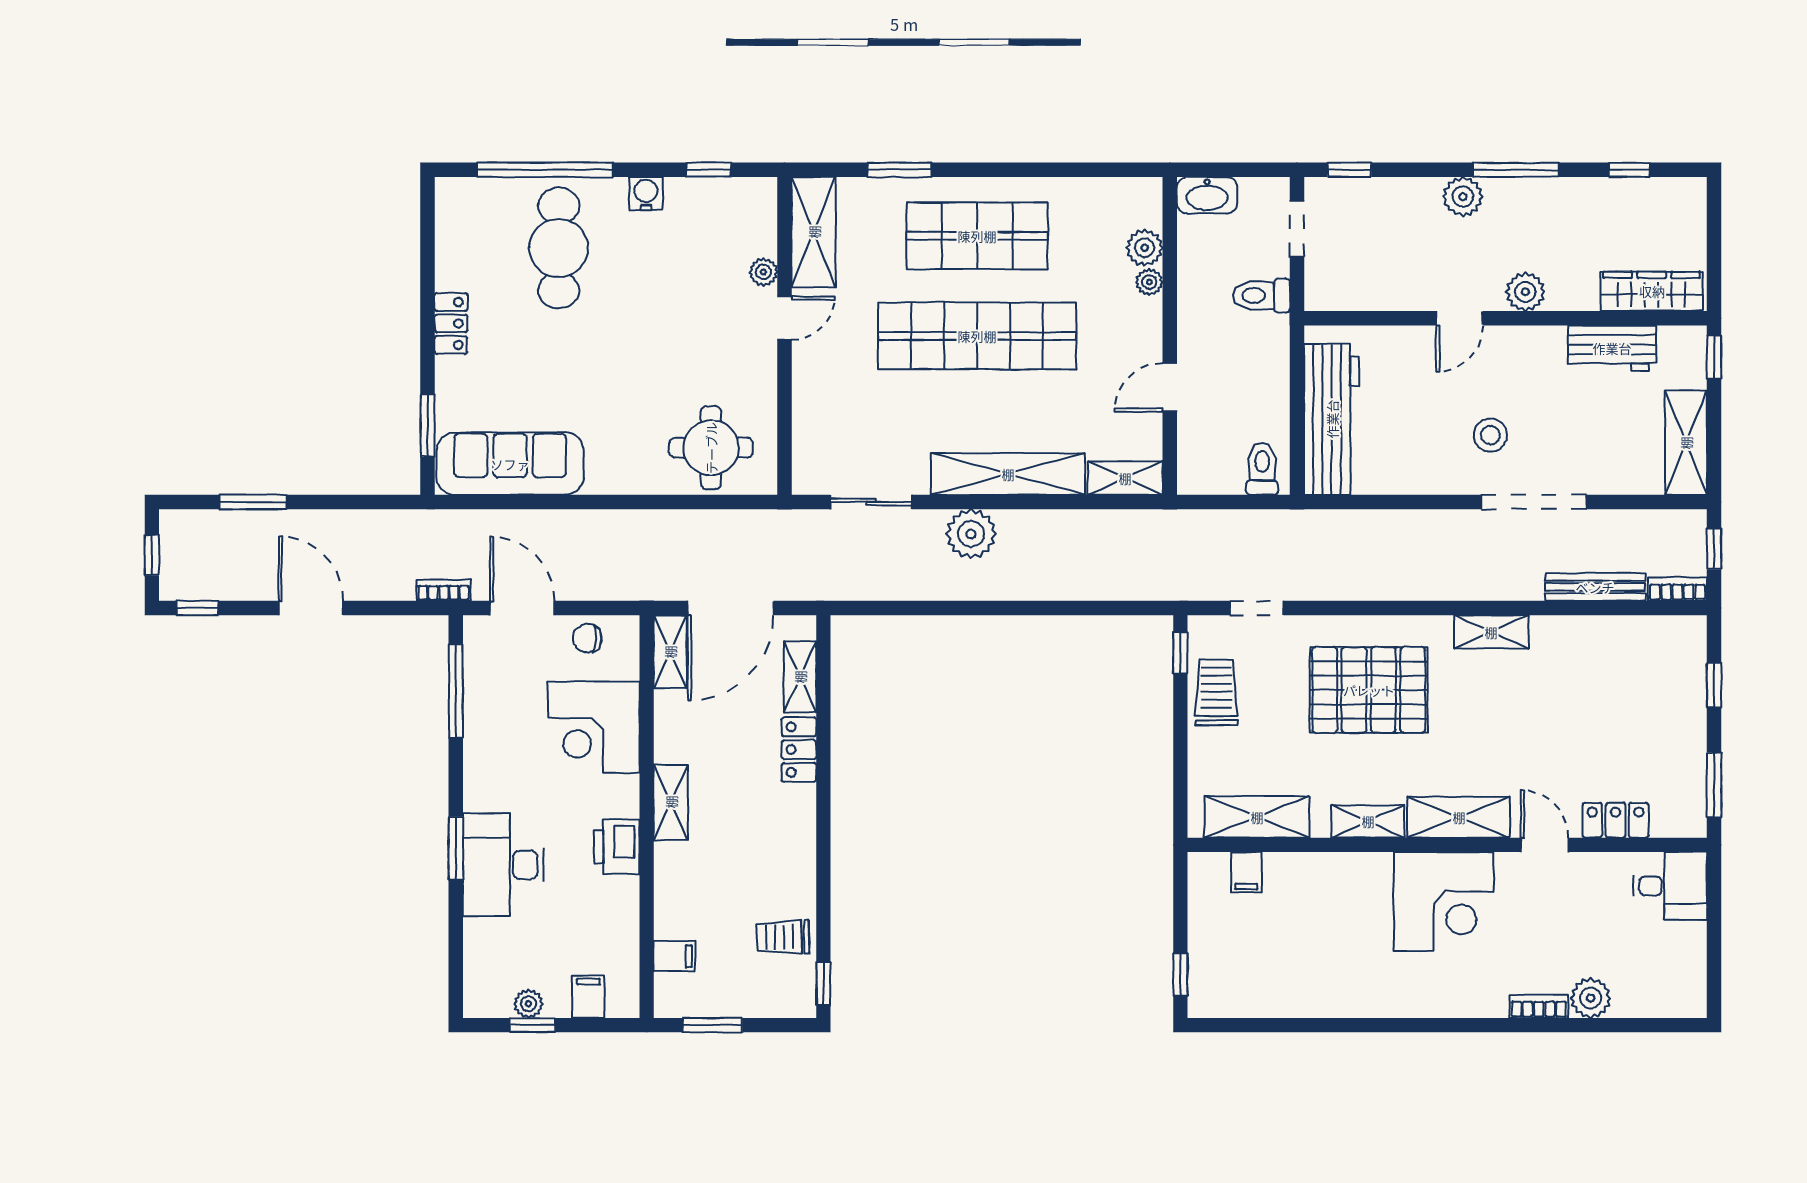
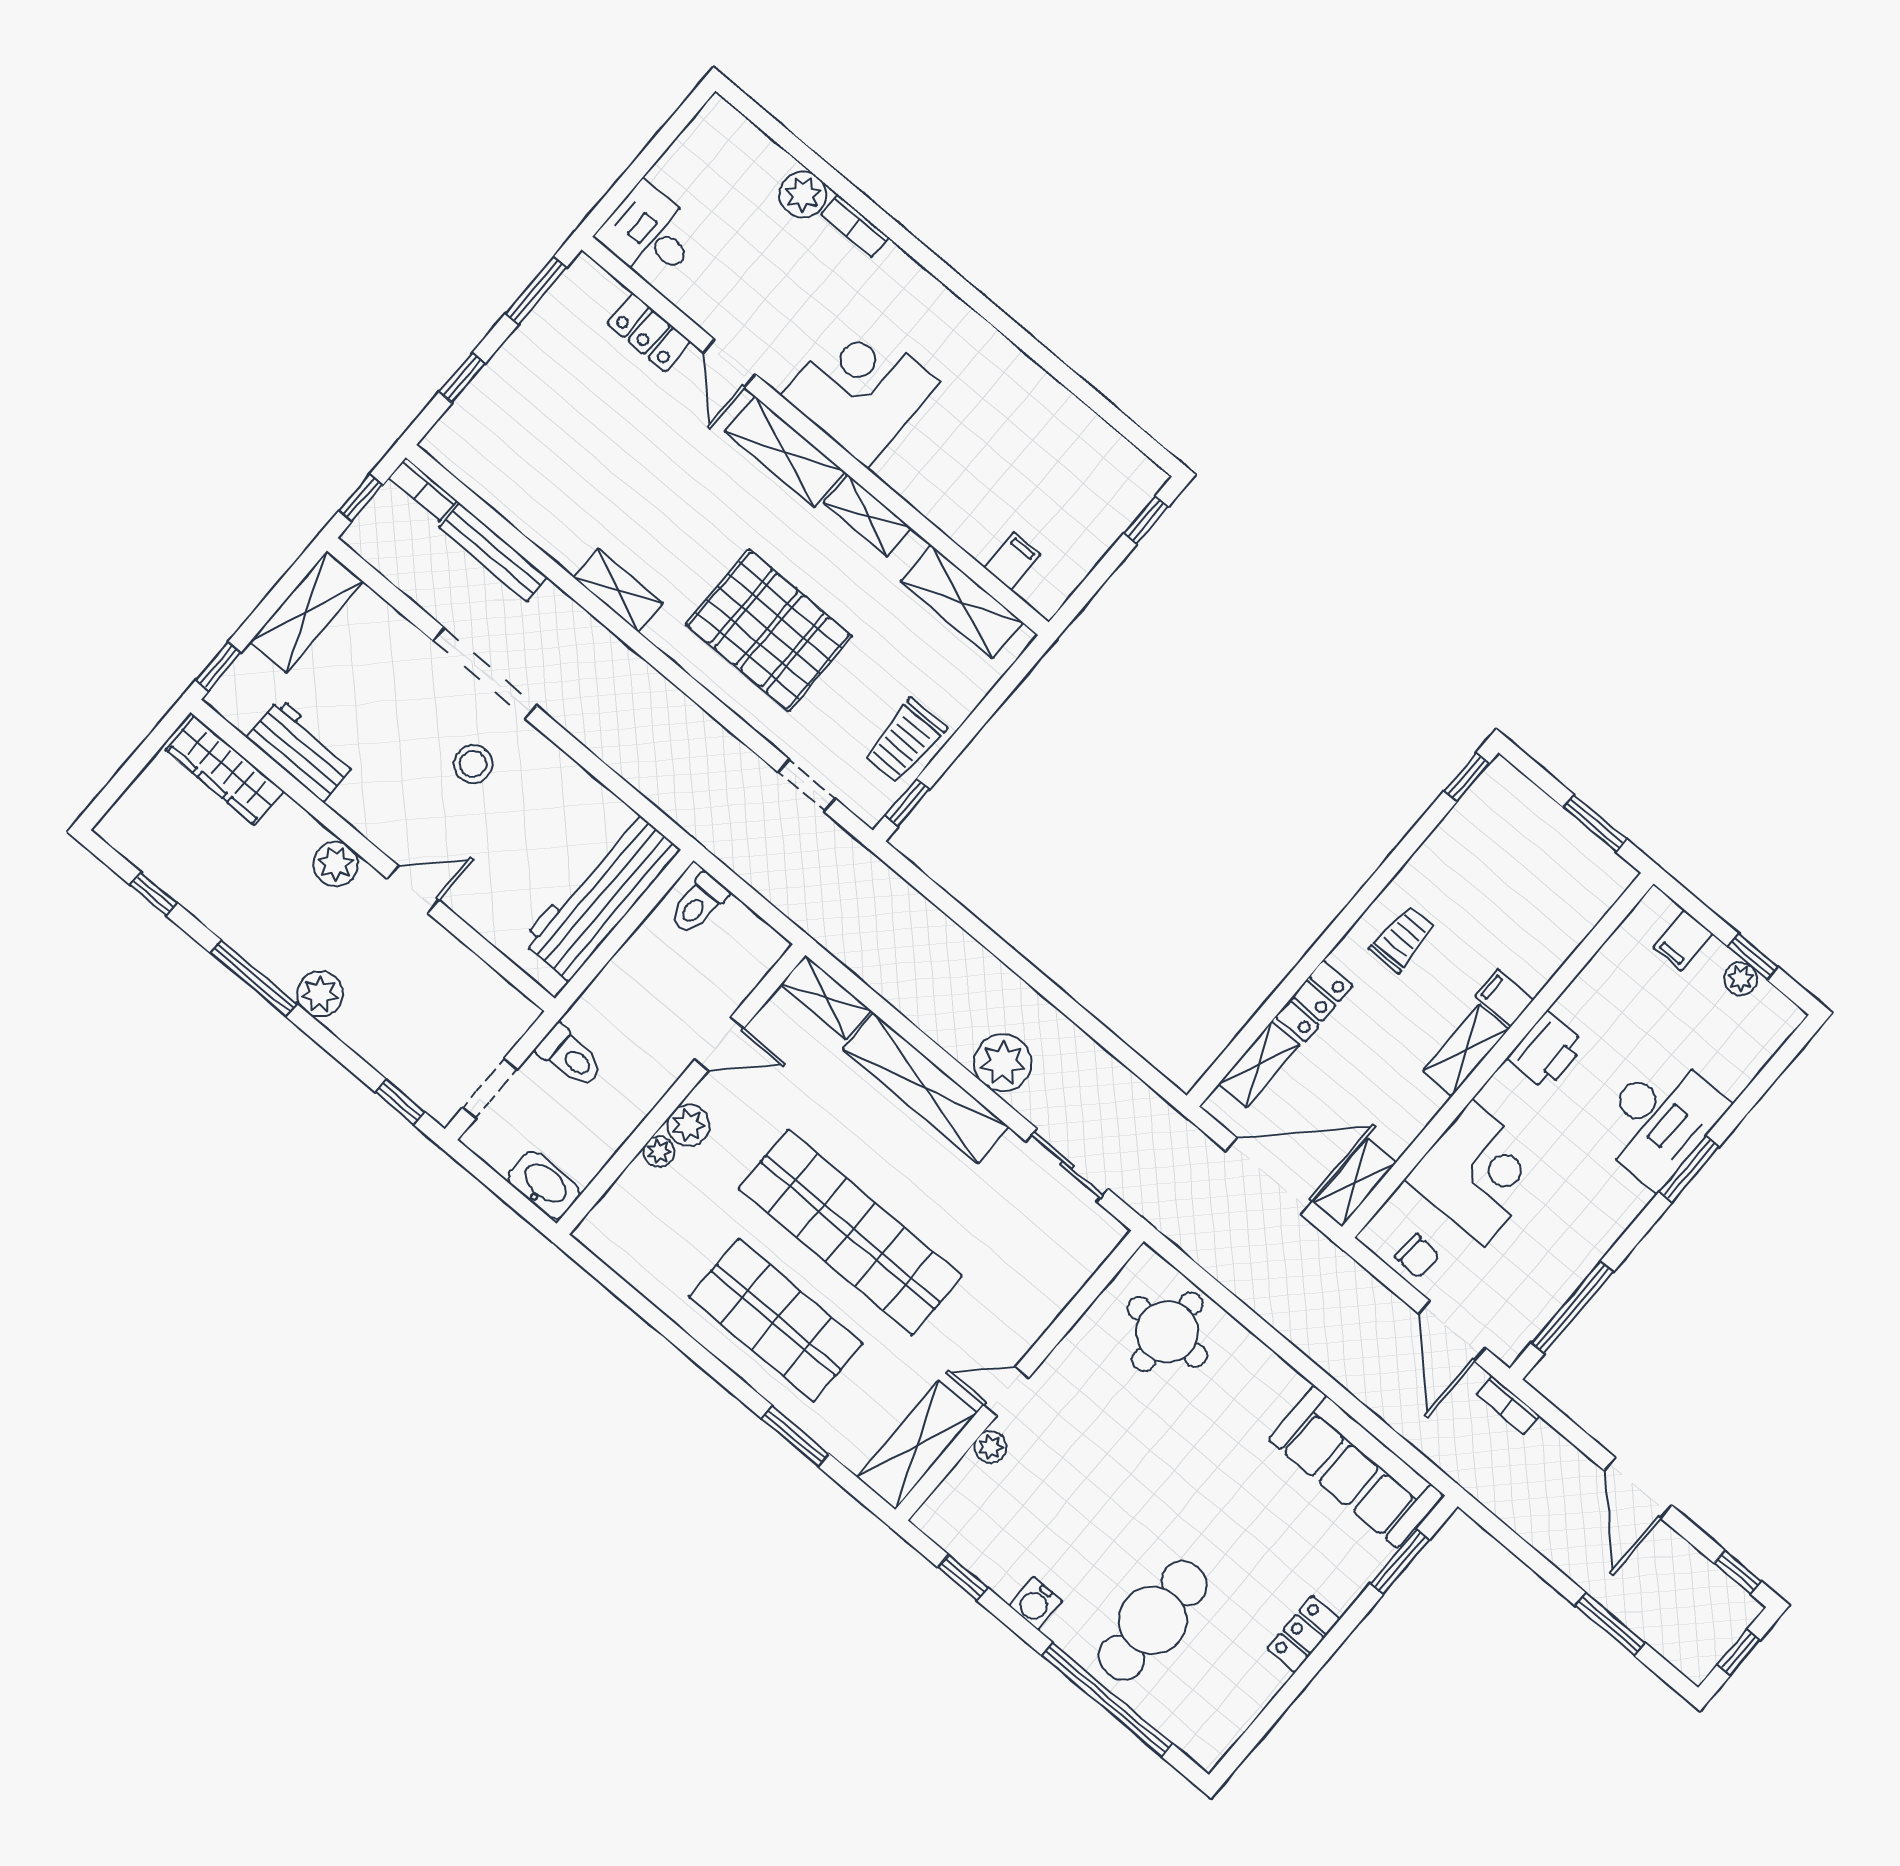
plant: (1145, 248) -> (689, 1125), moved
trolley: (783, 937) -> (1402, 939), moved, turned -89
filing cabinet: (674, 956) -> (1505, 998), moved

